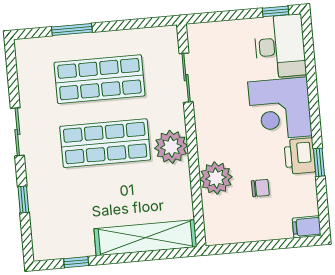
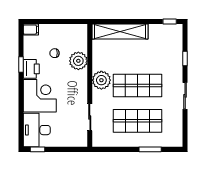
window: (76, 262) -> (170, 22), moved

